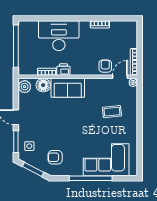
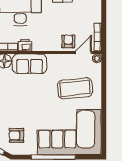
coffee table: (112, 112) -> (75, 88), width x1.86, depth x1.72
corner sofa: (106, 160) -> (69, 132), width x1.36, depth x1.36

